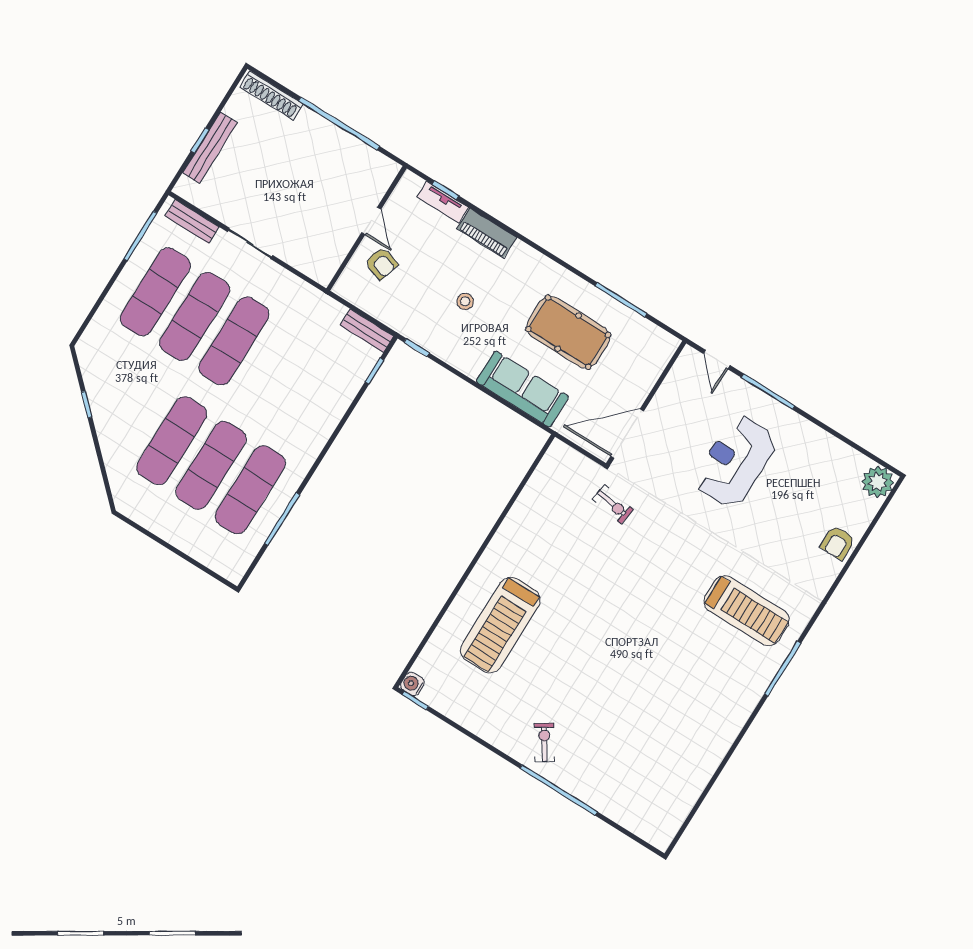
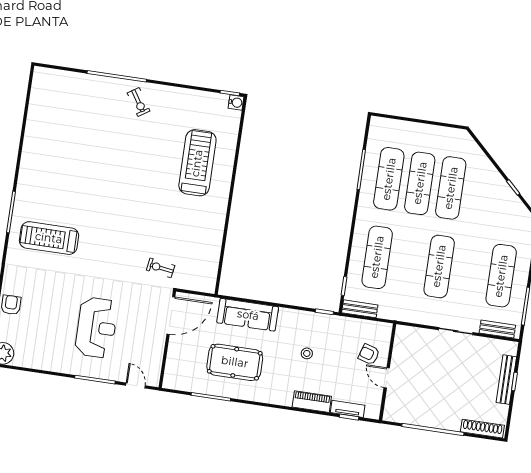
exercise mat: (195, 316) -> (377, 257), moved

